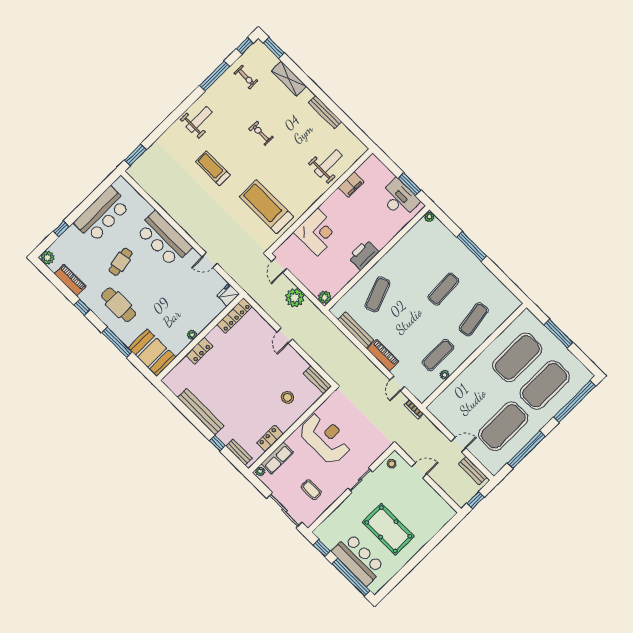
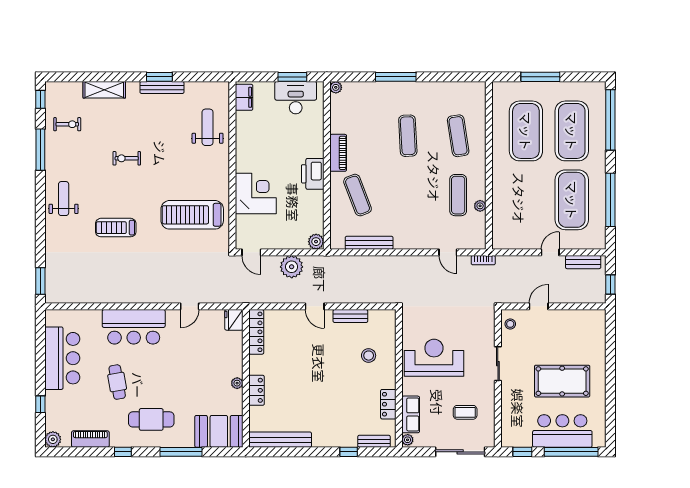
window: (274, 48) -> (159, 77), moved
filing cabinet: (351, 185) -> (244, 97), moved
piano: (383, 355) -> (338, 153), moved, turned 90
bench: (317, 380) -> (350, 316), moved
bench: (201, 412) -> (280, 440), moved

